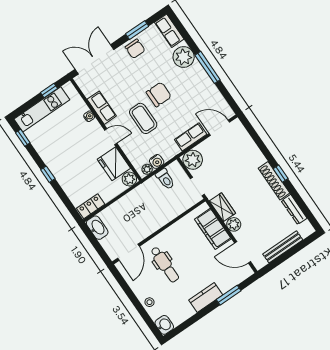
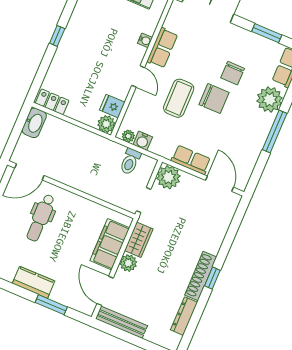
chair: (135, 49) -> (233, 73), moved
fridge: (114, 164) -> (112, 106), width x0.53, depth x0.75
bench: (283, 247) -> (121, 322), moved

